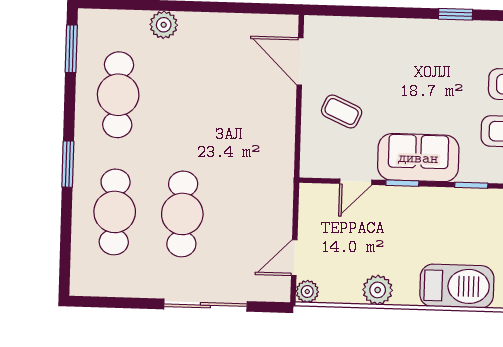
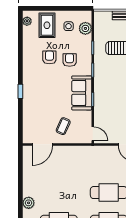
window: (455, 14) -> (20, 91), moved
door: (356, 182) -> (93, 134), moved

